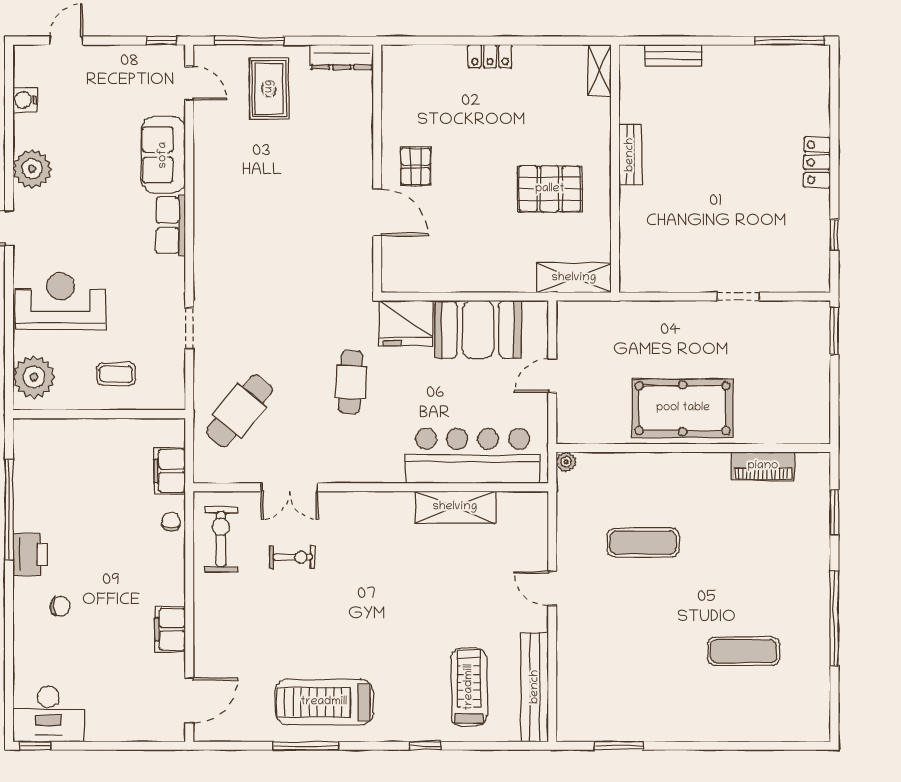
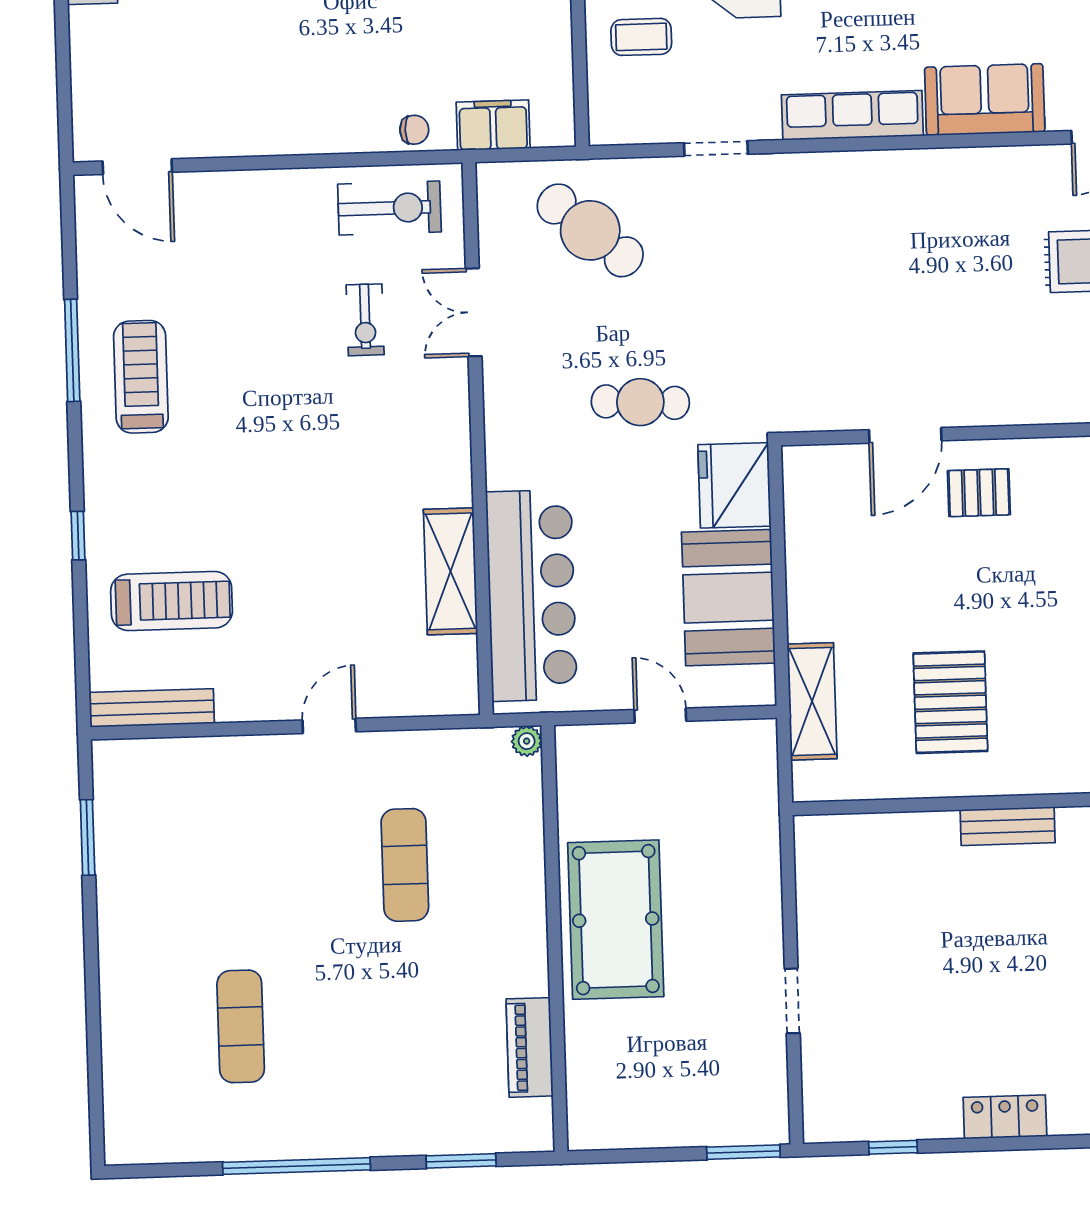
row of seats: (171, 225) -> (852, 115), width x1.48
shelving: (574, 278) -> (812, 701), moved
coffee table: (116, 374) -> (641, 37), turned 90
filing cabinet: (170, 629) -> (247, 134), removed
bench: (535, 687) -> (152, 708), width x0.73, depth x0.82
treadmill: (324, 702) -> (141, 377), width x0.73, depth x0.73

